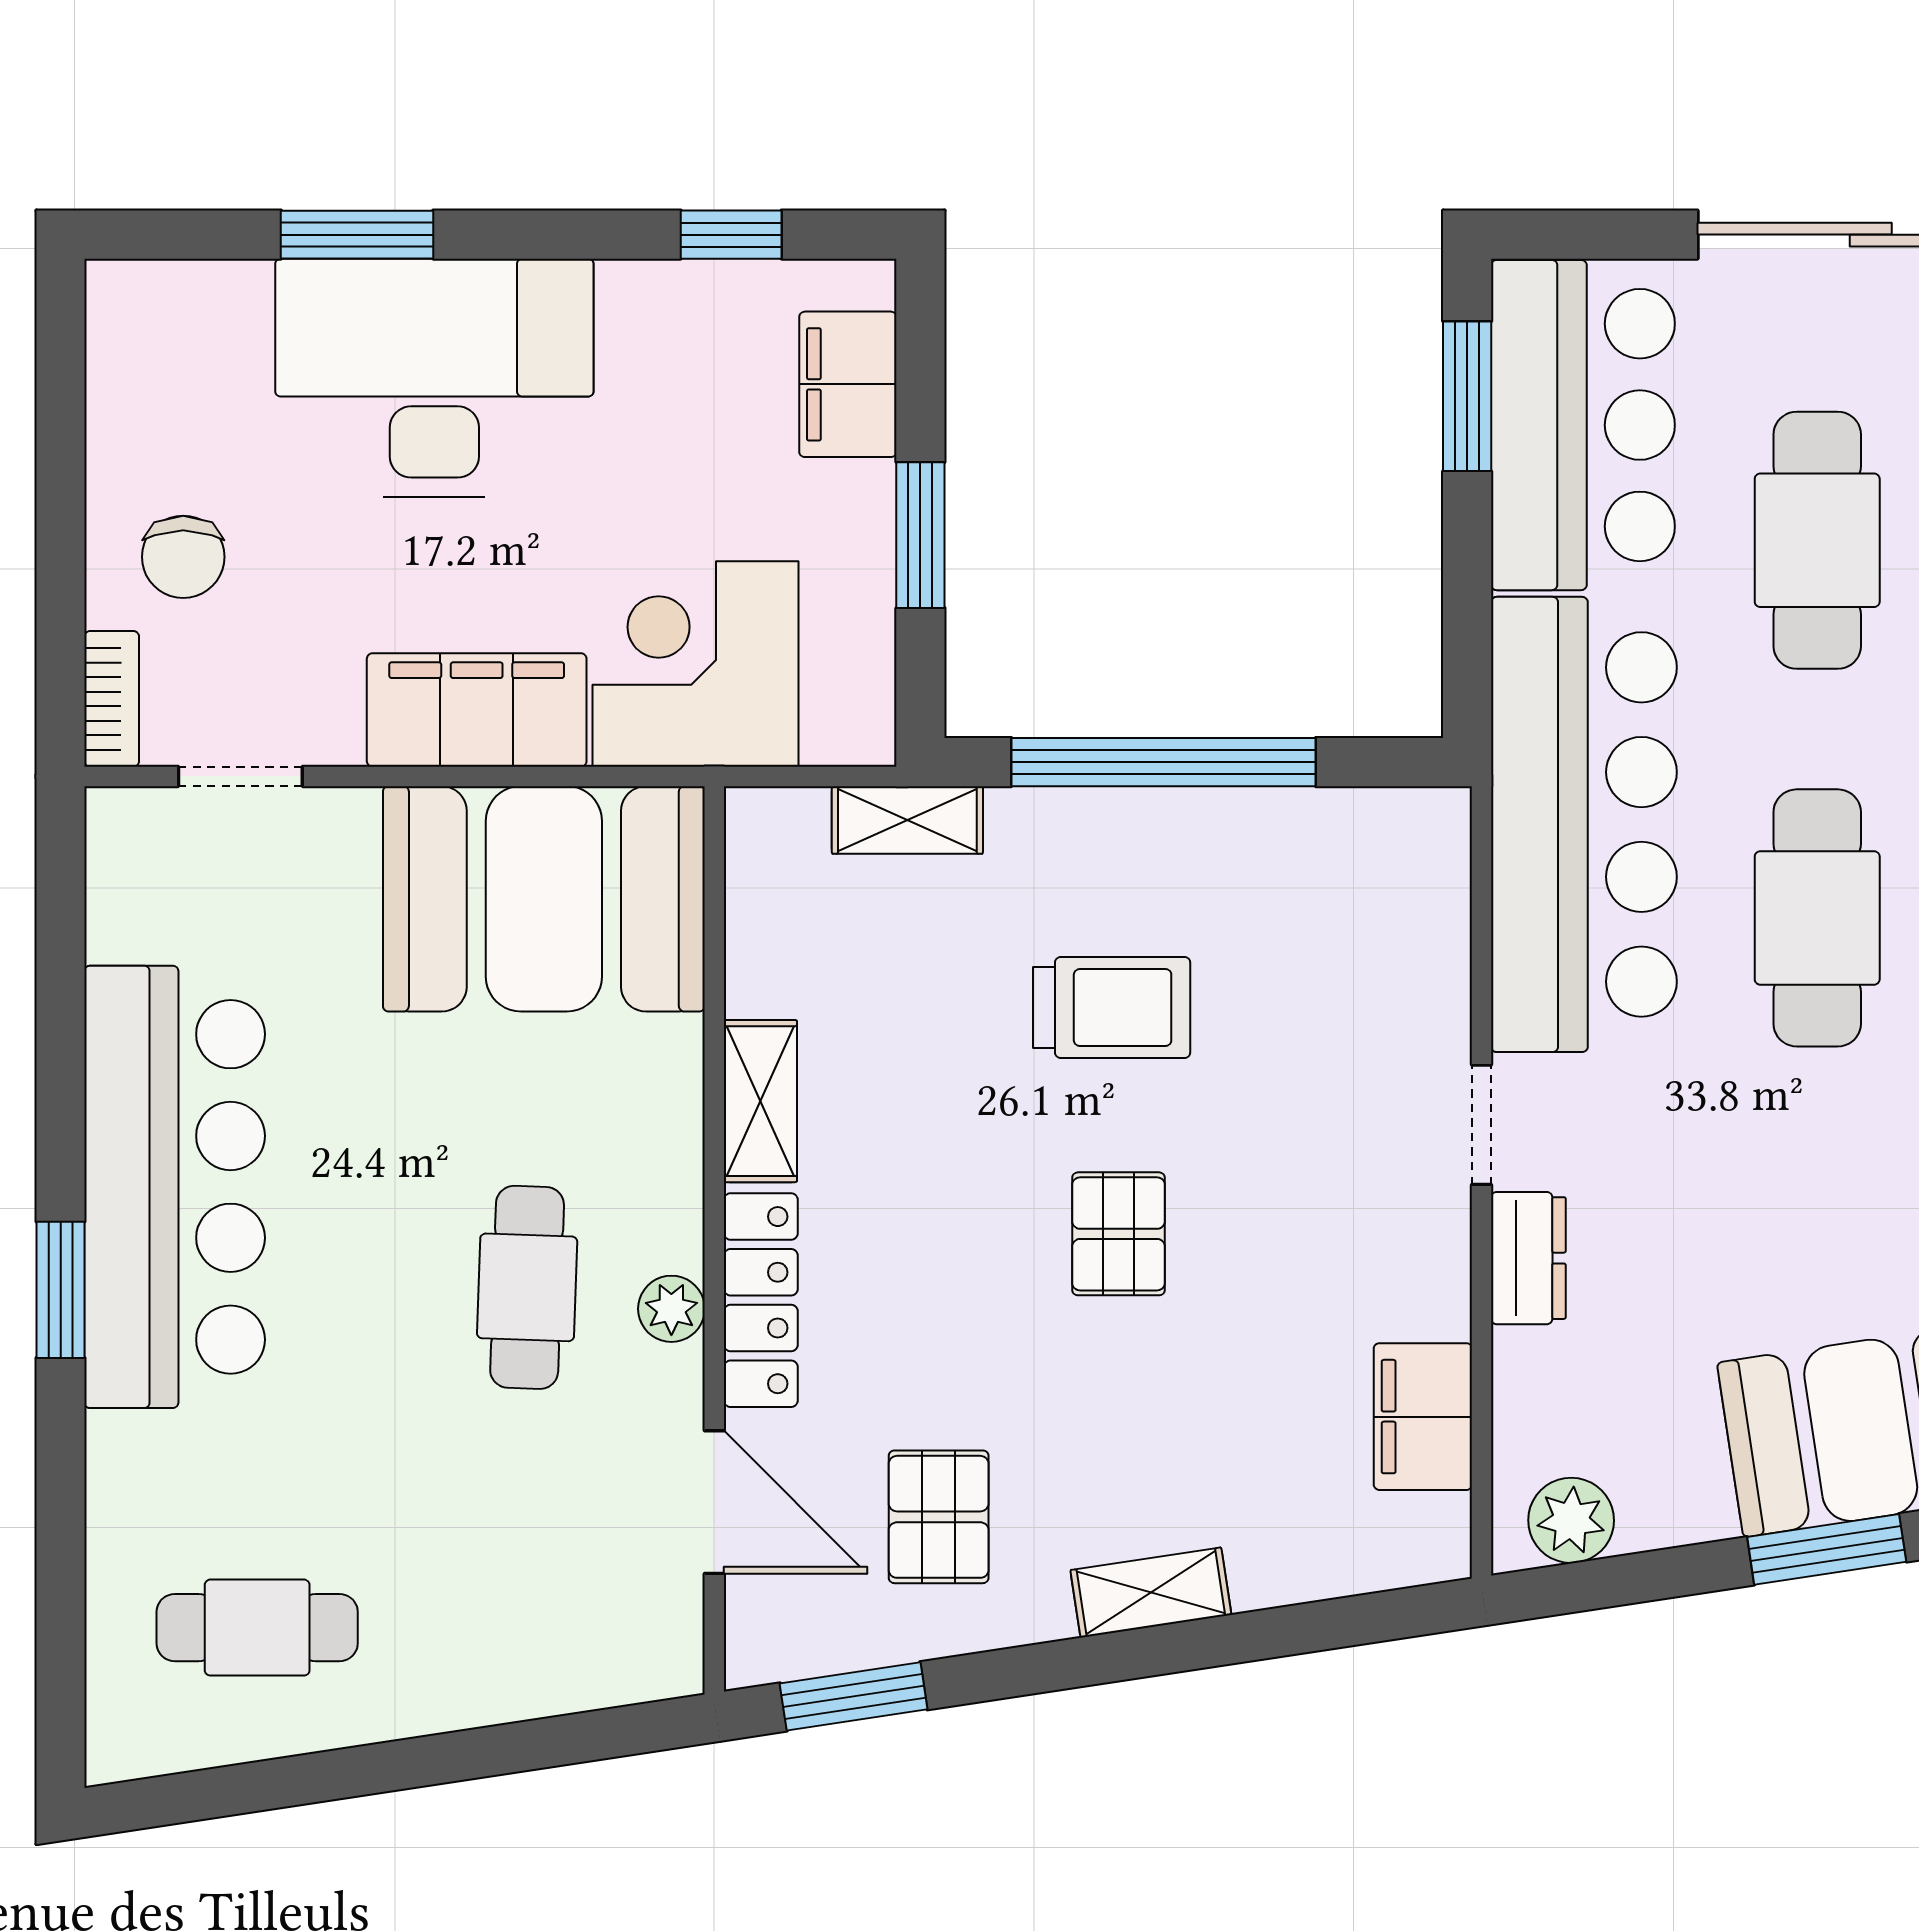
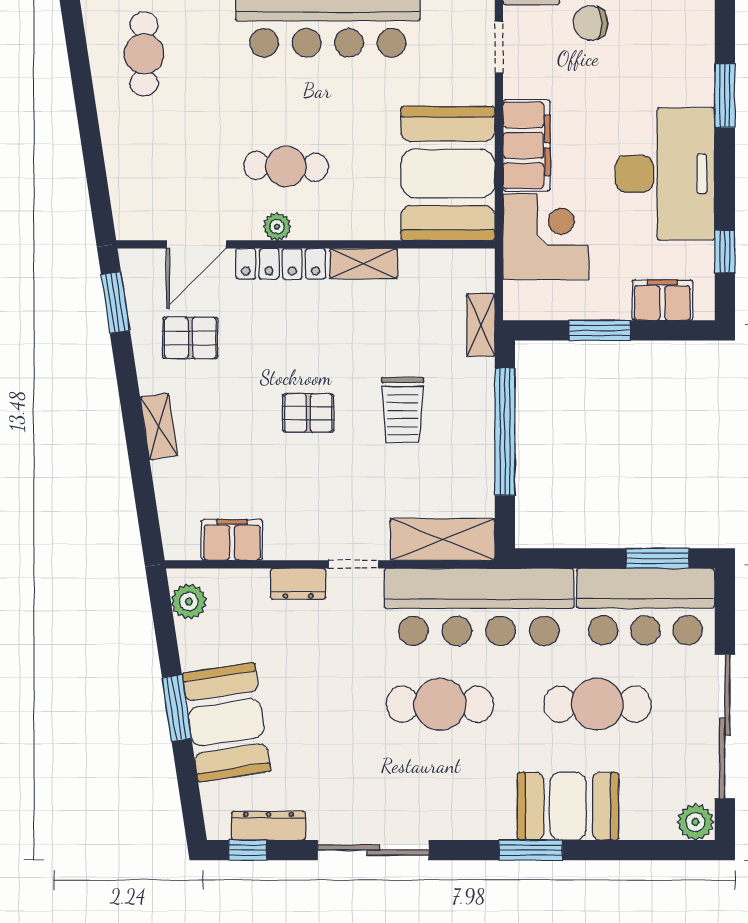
desk: (434, 378) -> (665, 174), moved
shelving: (1422, 911) -> (443, 539), added

